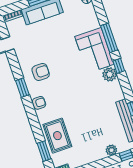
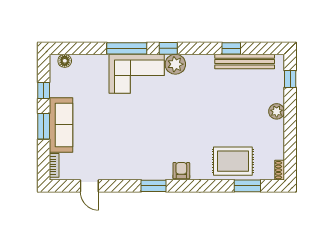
armchair: (41, 72) -> (141, 155), removed
plant: (111, 150) -> (277, 111), moved

